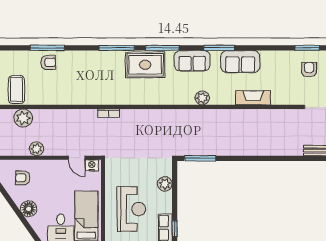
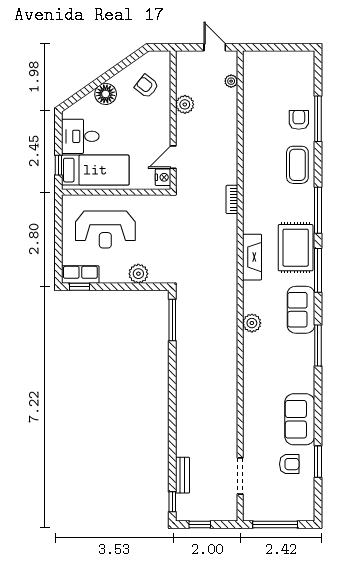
armchair: (48, 62) -> (299, 120), turned 180
sofa: (240, 62) -> (300, 419), moved
coffee table: (16, 90) -> (297, 165), moved, turned 90
fireplace: (253, 98) -> (252, 257), moved
plant: (23, 118) -> (231, 81), width x0.53, depth x0.53
armchair: (23, 178) -> (147, 86), turned -52

